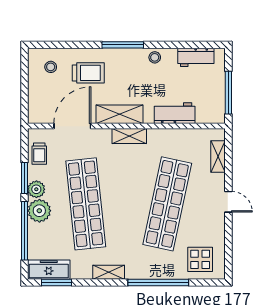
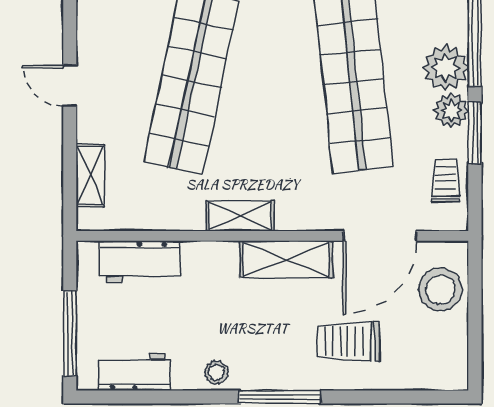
stool: (51, 67) -> (440, 290), moved, width x1.89, depth x1.89
window: (228, 93) -> (70, 333), moved
workbench: (175, 113) -> (140, 262), moved
shelving: (129, 136) -> (240, 216), moved

